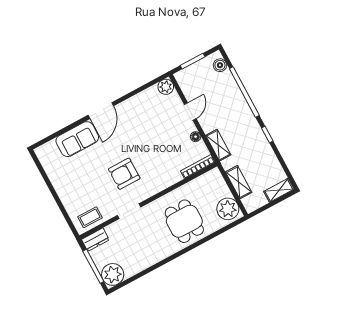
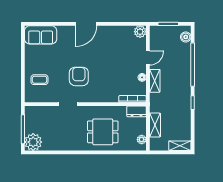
sofa: (77, 139) -> (41, 35), moved
shelving: (218, 145) -> (155, 81), moved
armchair: (124, 174) -> (79, 76), turned 90
plant: (228, 209) -> (142, 140), width x0.53, depth x0.53
coffee table: (90, 217) -> (39, 80), moved
dining table: (184, 221) -> (103, 132), turned 90
dresser: (95, 240) -> (136, 111), moved

